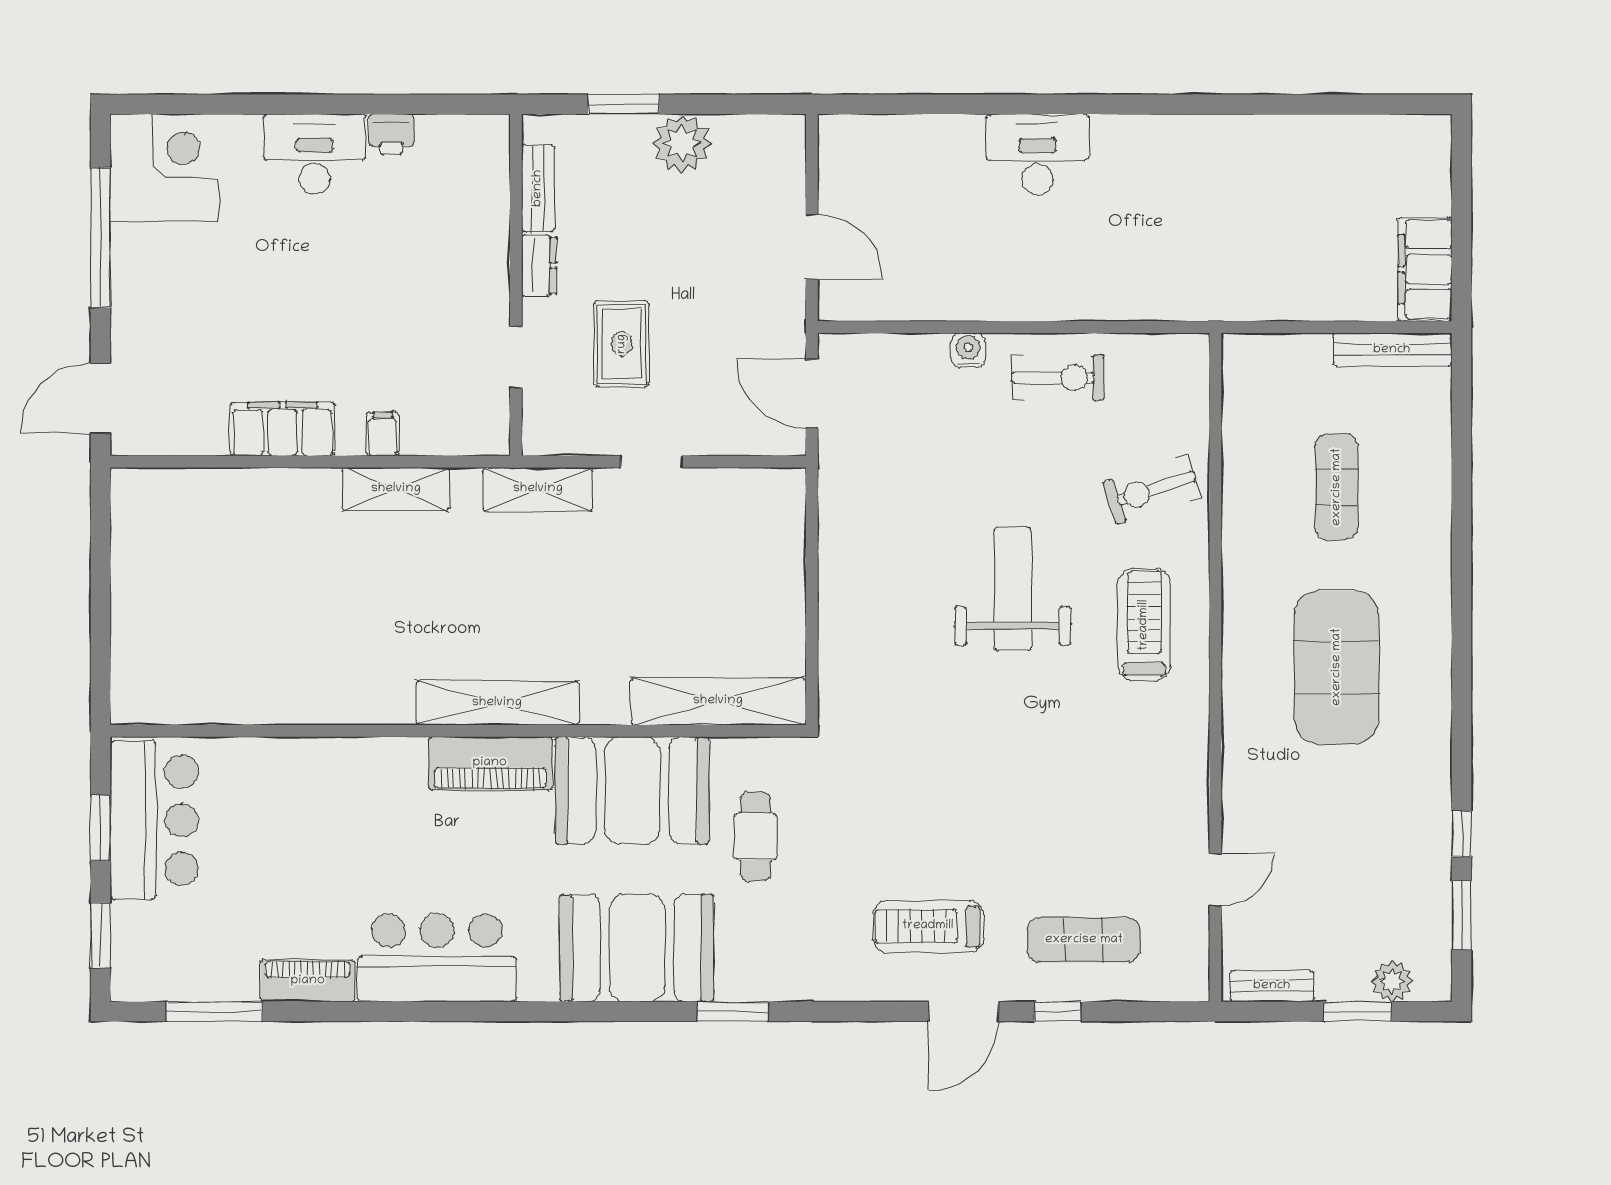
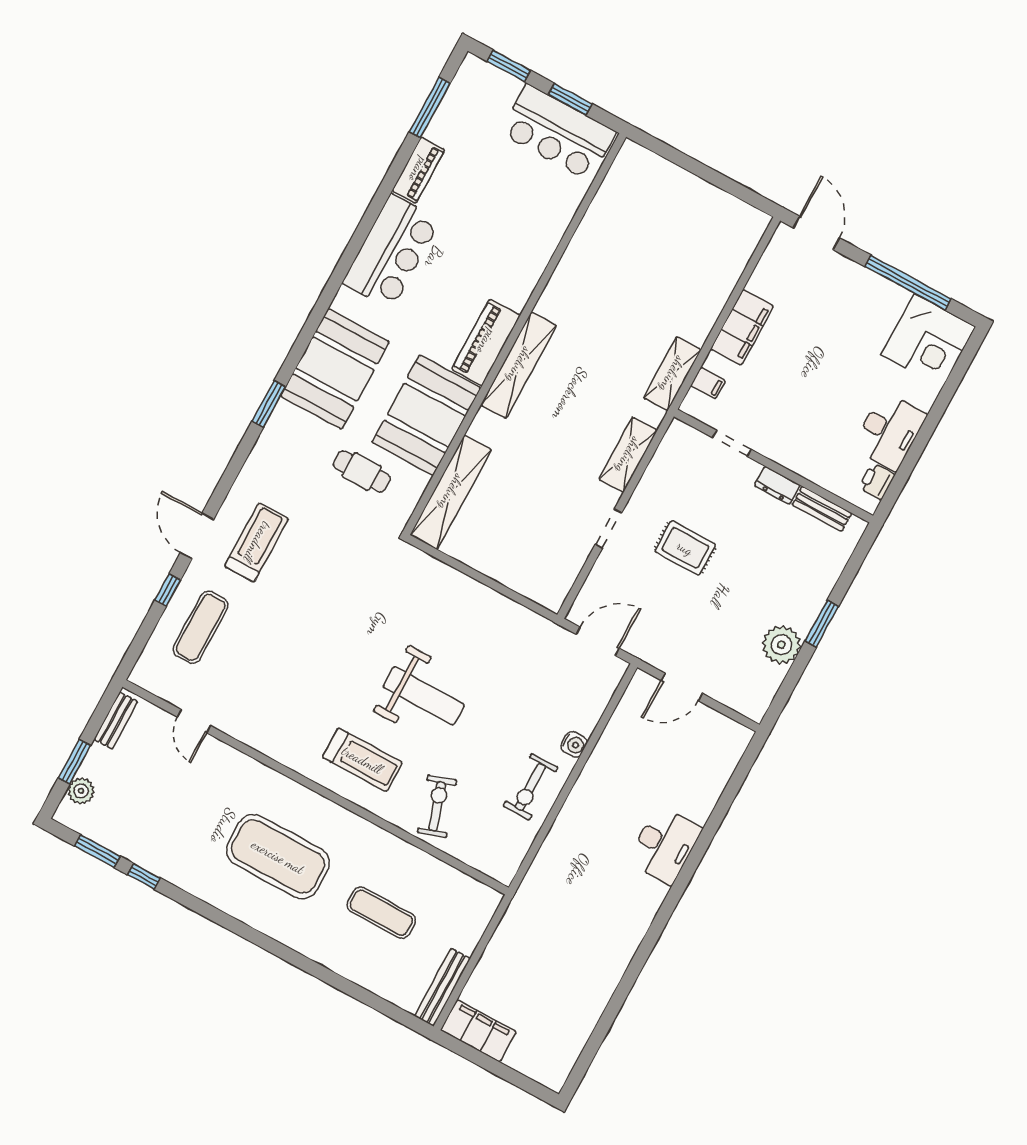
bench: (538, 188) -> (822, 509), moved
dresser: (539, 265) -> (777, 485), moved
wall: (516, 285) -> (773, 466), moved
doorway: (516, 357) -> (732, 444), moved

